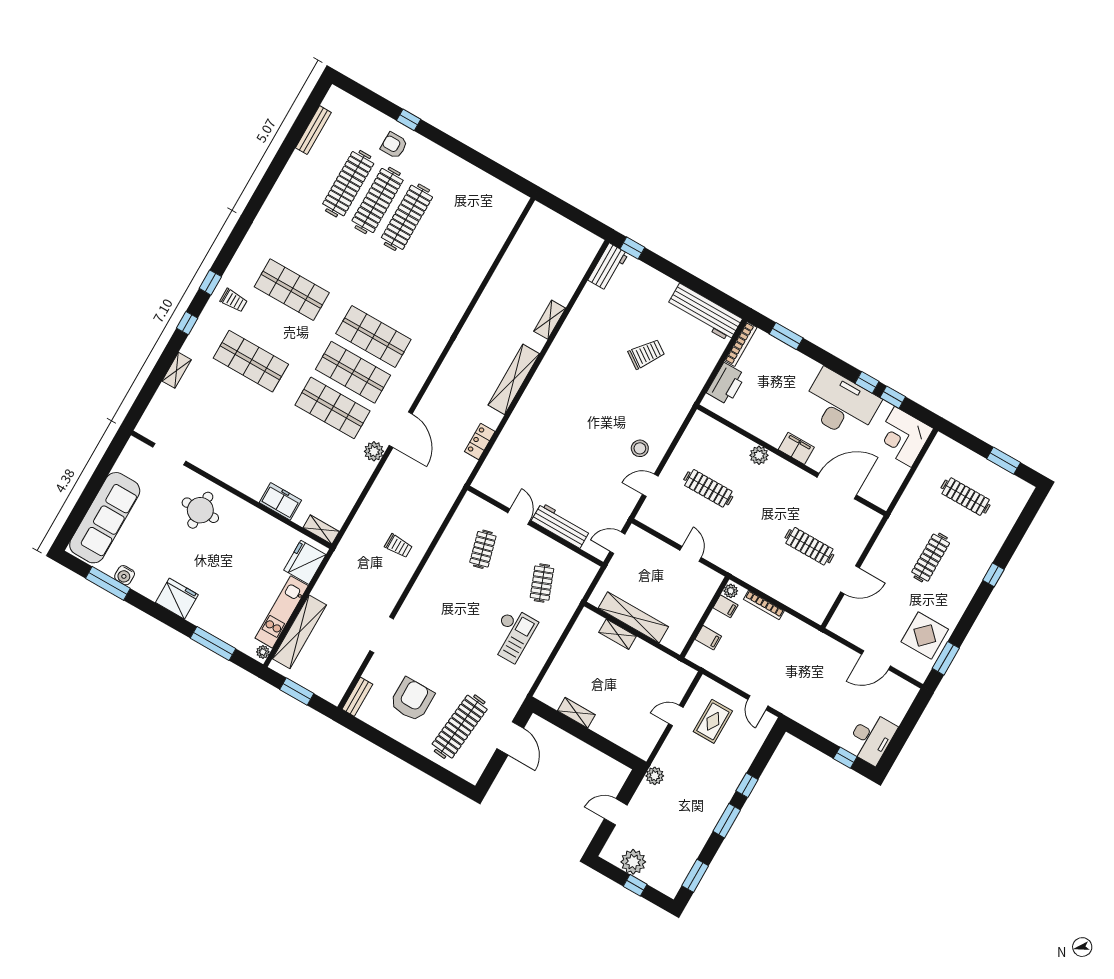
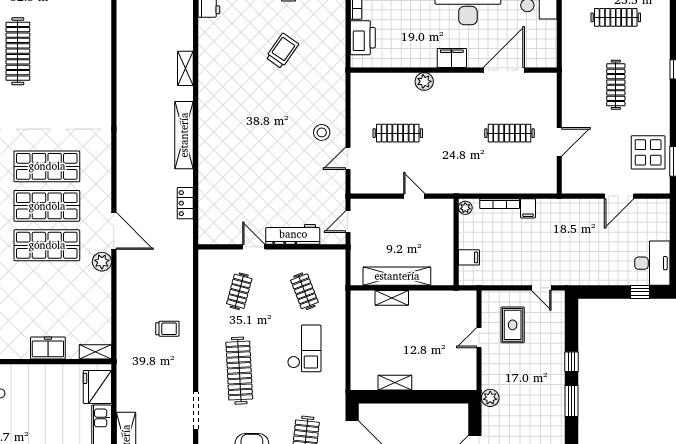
clothes rail: (483, 549) -> (239, 291), turned 30
filing cabinet: (725, 606) -> (528, 208), moved, turned 90
clothes rail: (442, 621) -> (239, 371), added

